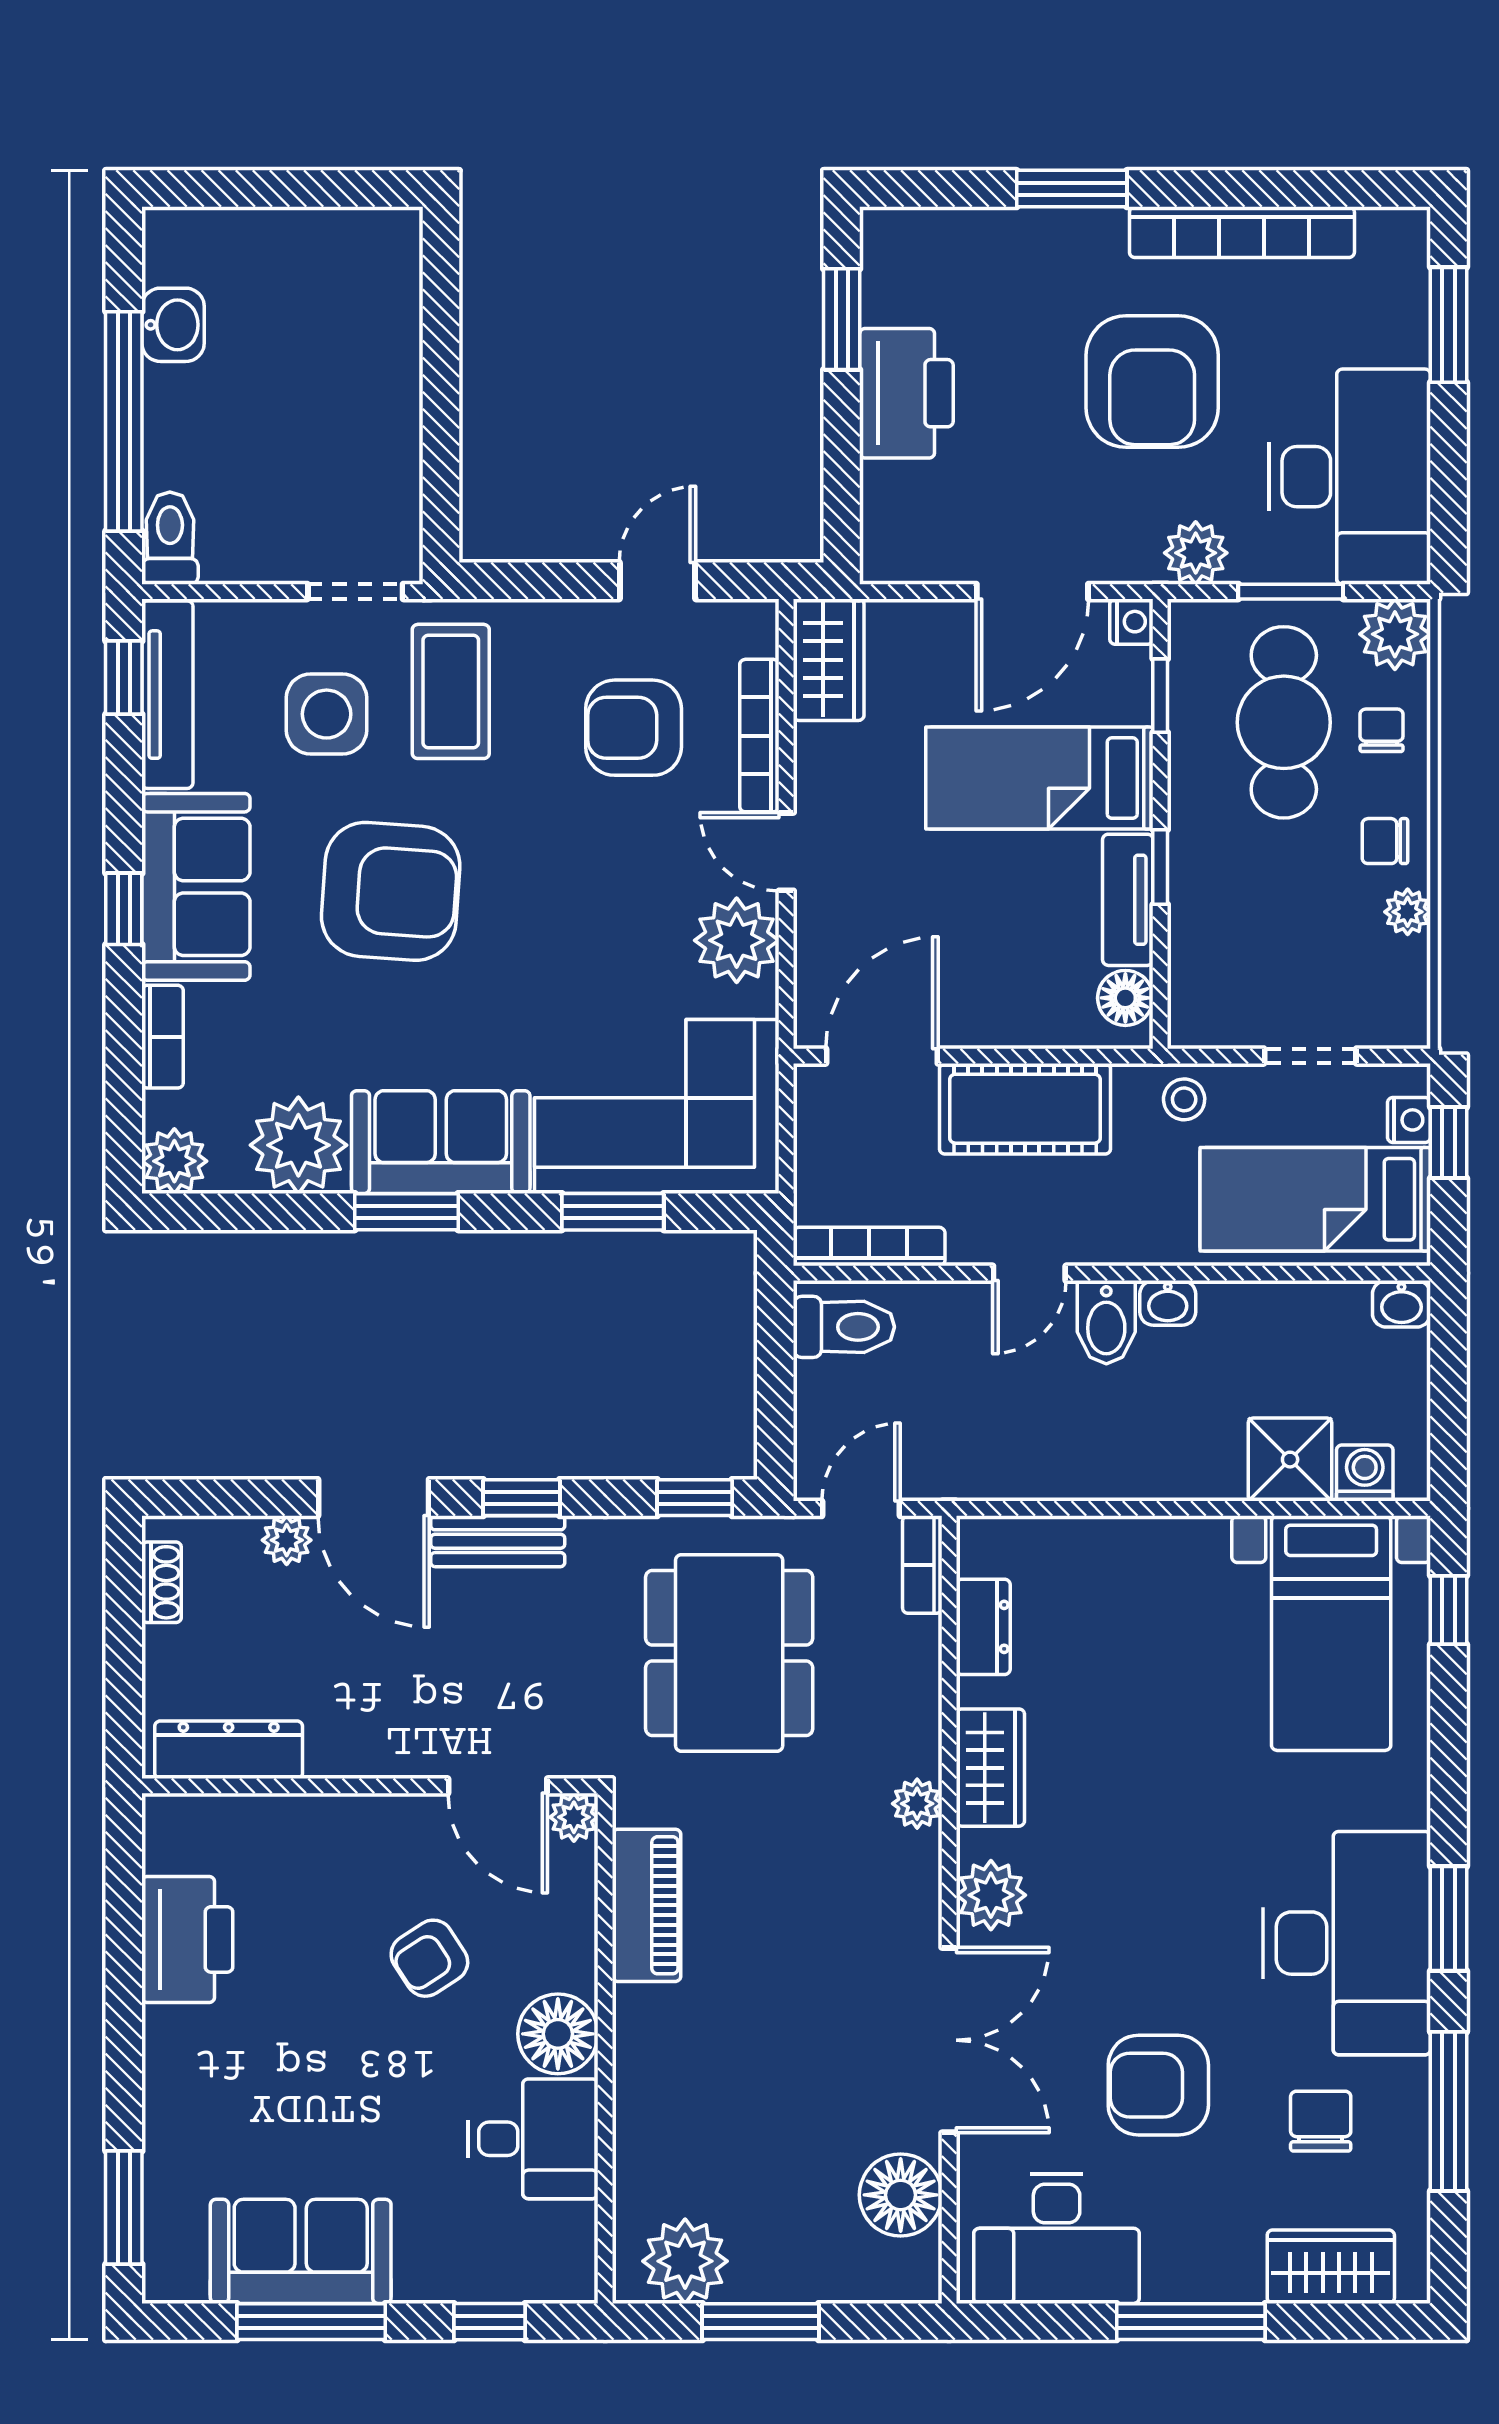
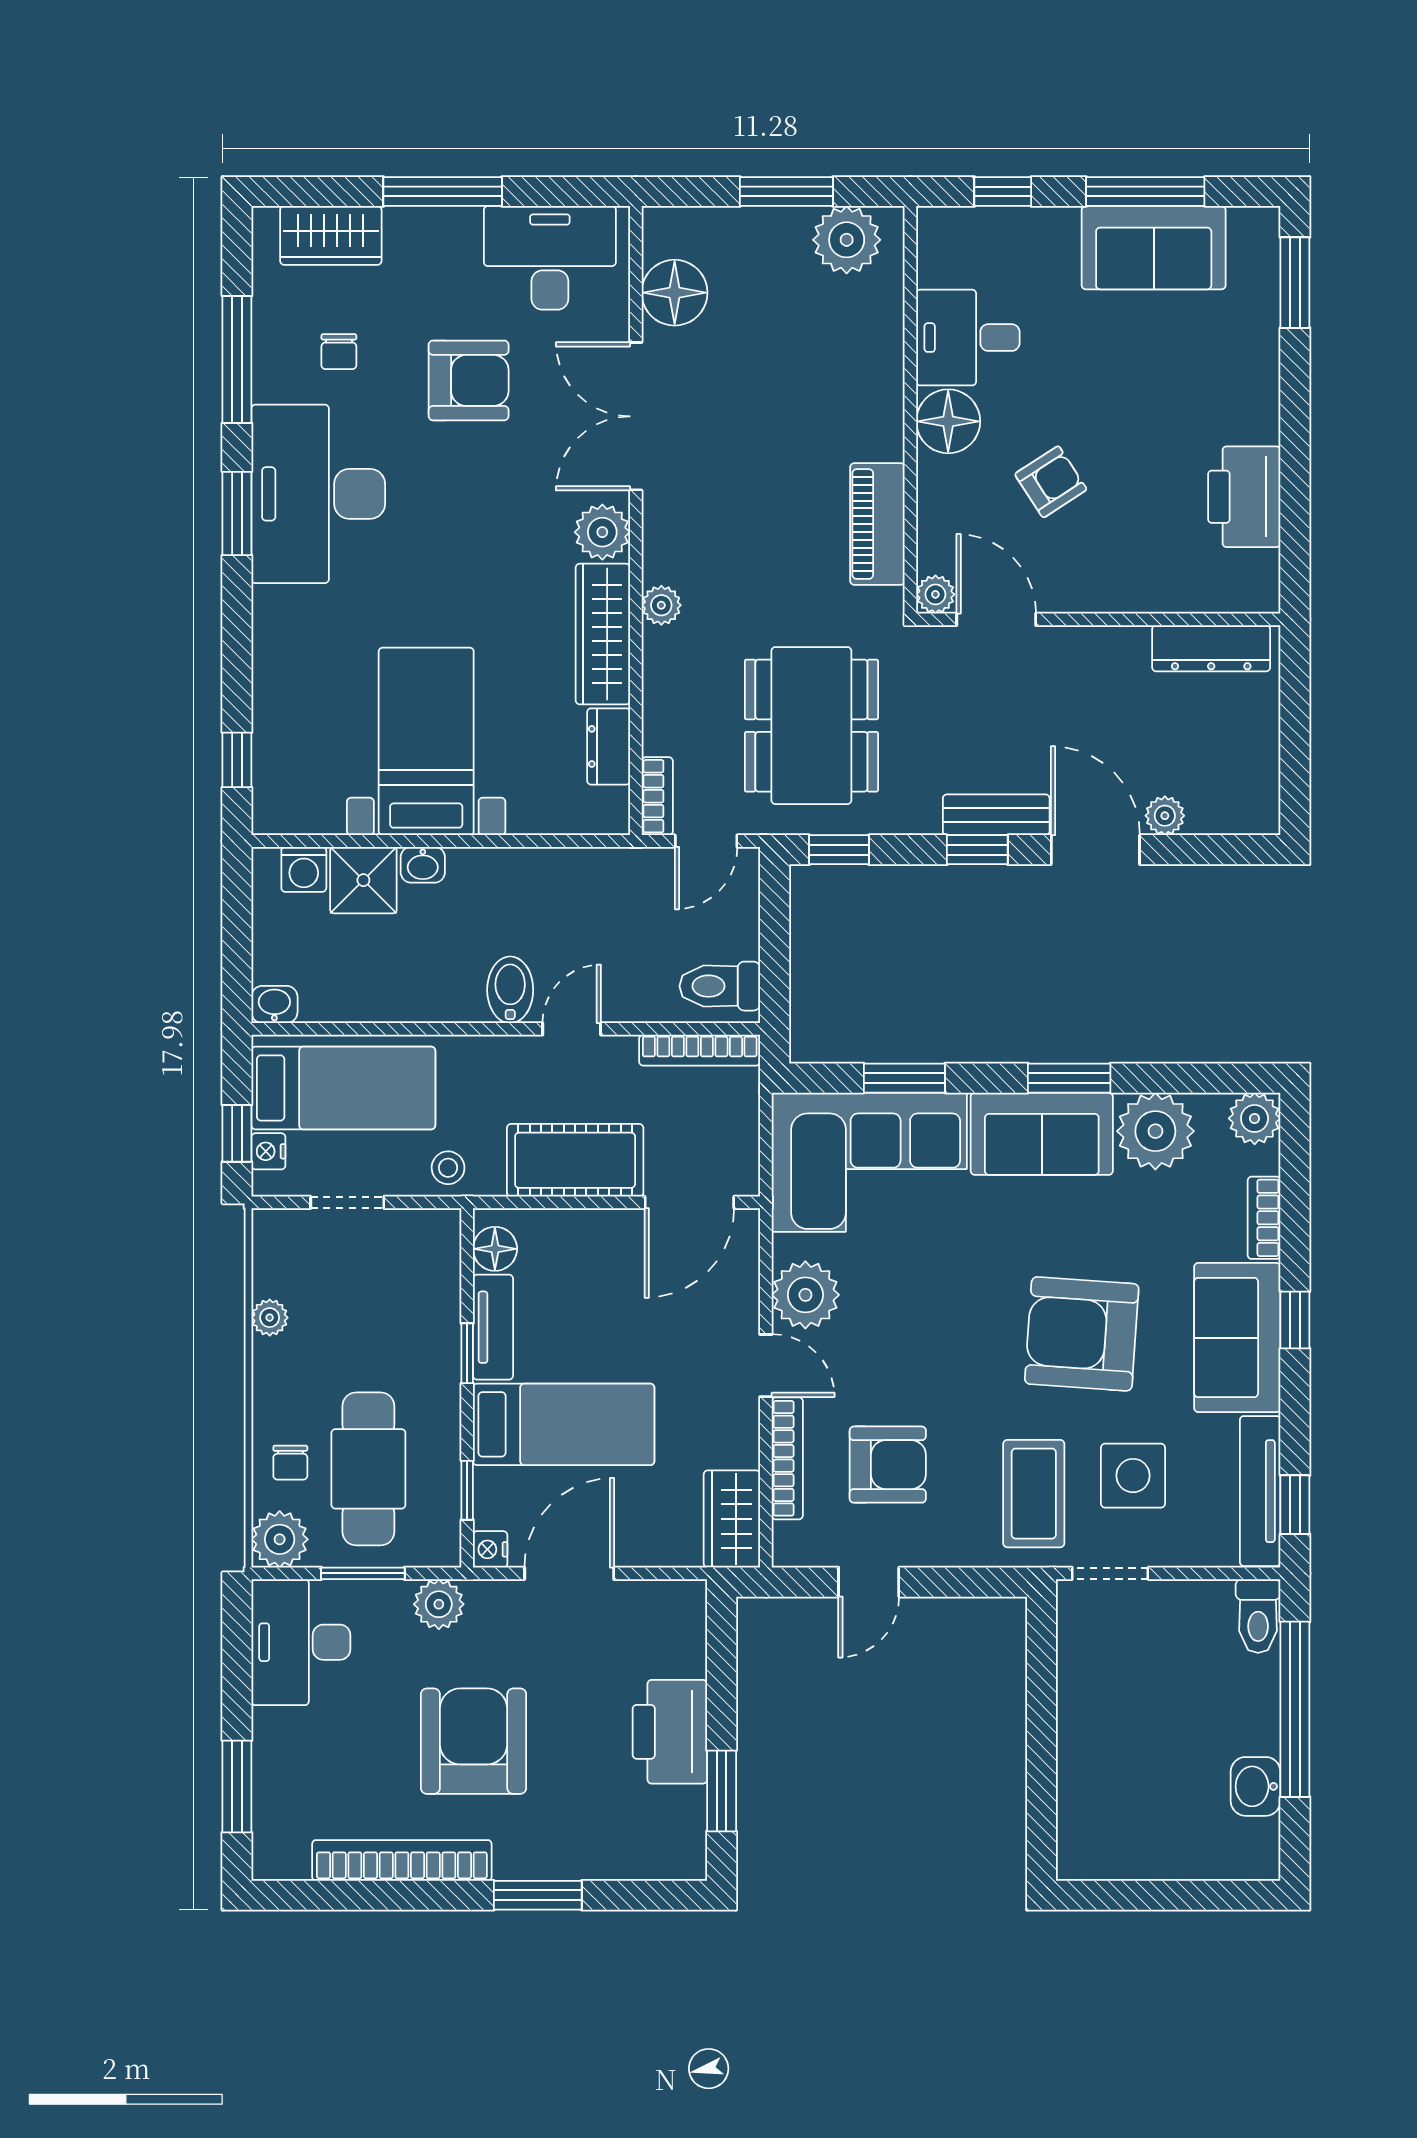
desk: (1350, 477) -> (301, 1642), width x0.73, depth x0.77
chair: (1385, 841) -> (288, 1374), removed
washbasin: (1168, 1303) -> (423, 865), moved, turned 180
shoe rack: (162, 1582) -> (1265, 782), removed
bed with nightstands: (1331, 1633) -> (426, 741), moved
wardrobe: (990, 1768) -> (603, 634), width x1.50
chair: (1321, 2121) -> (339, 352), width x0.73, depth x0.73

